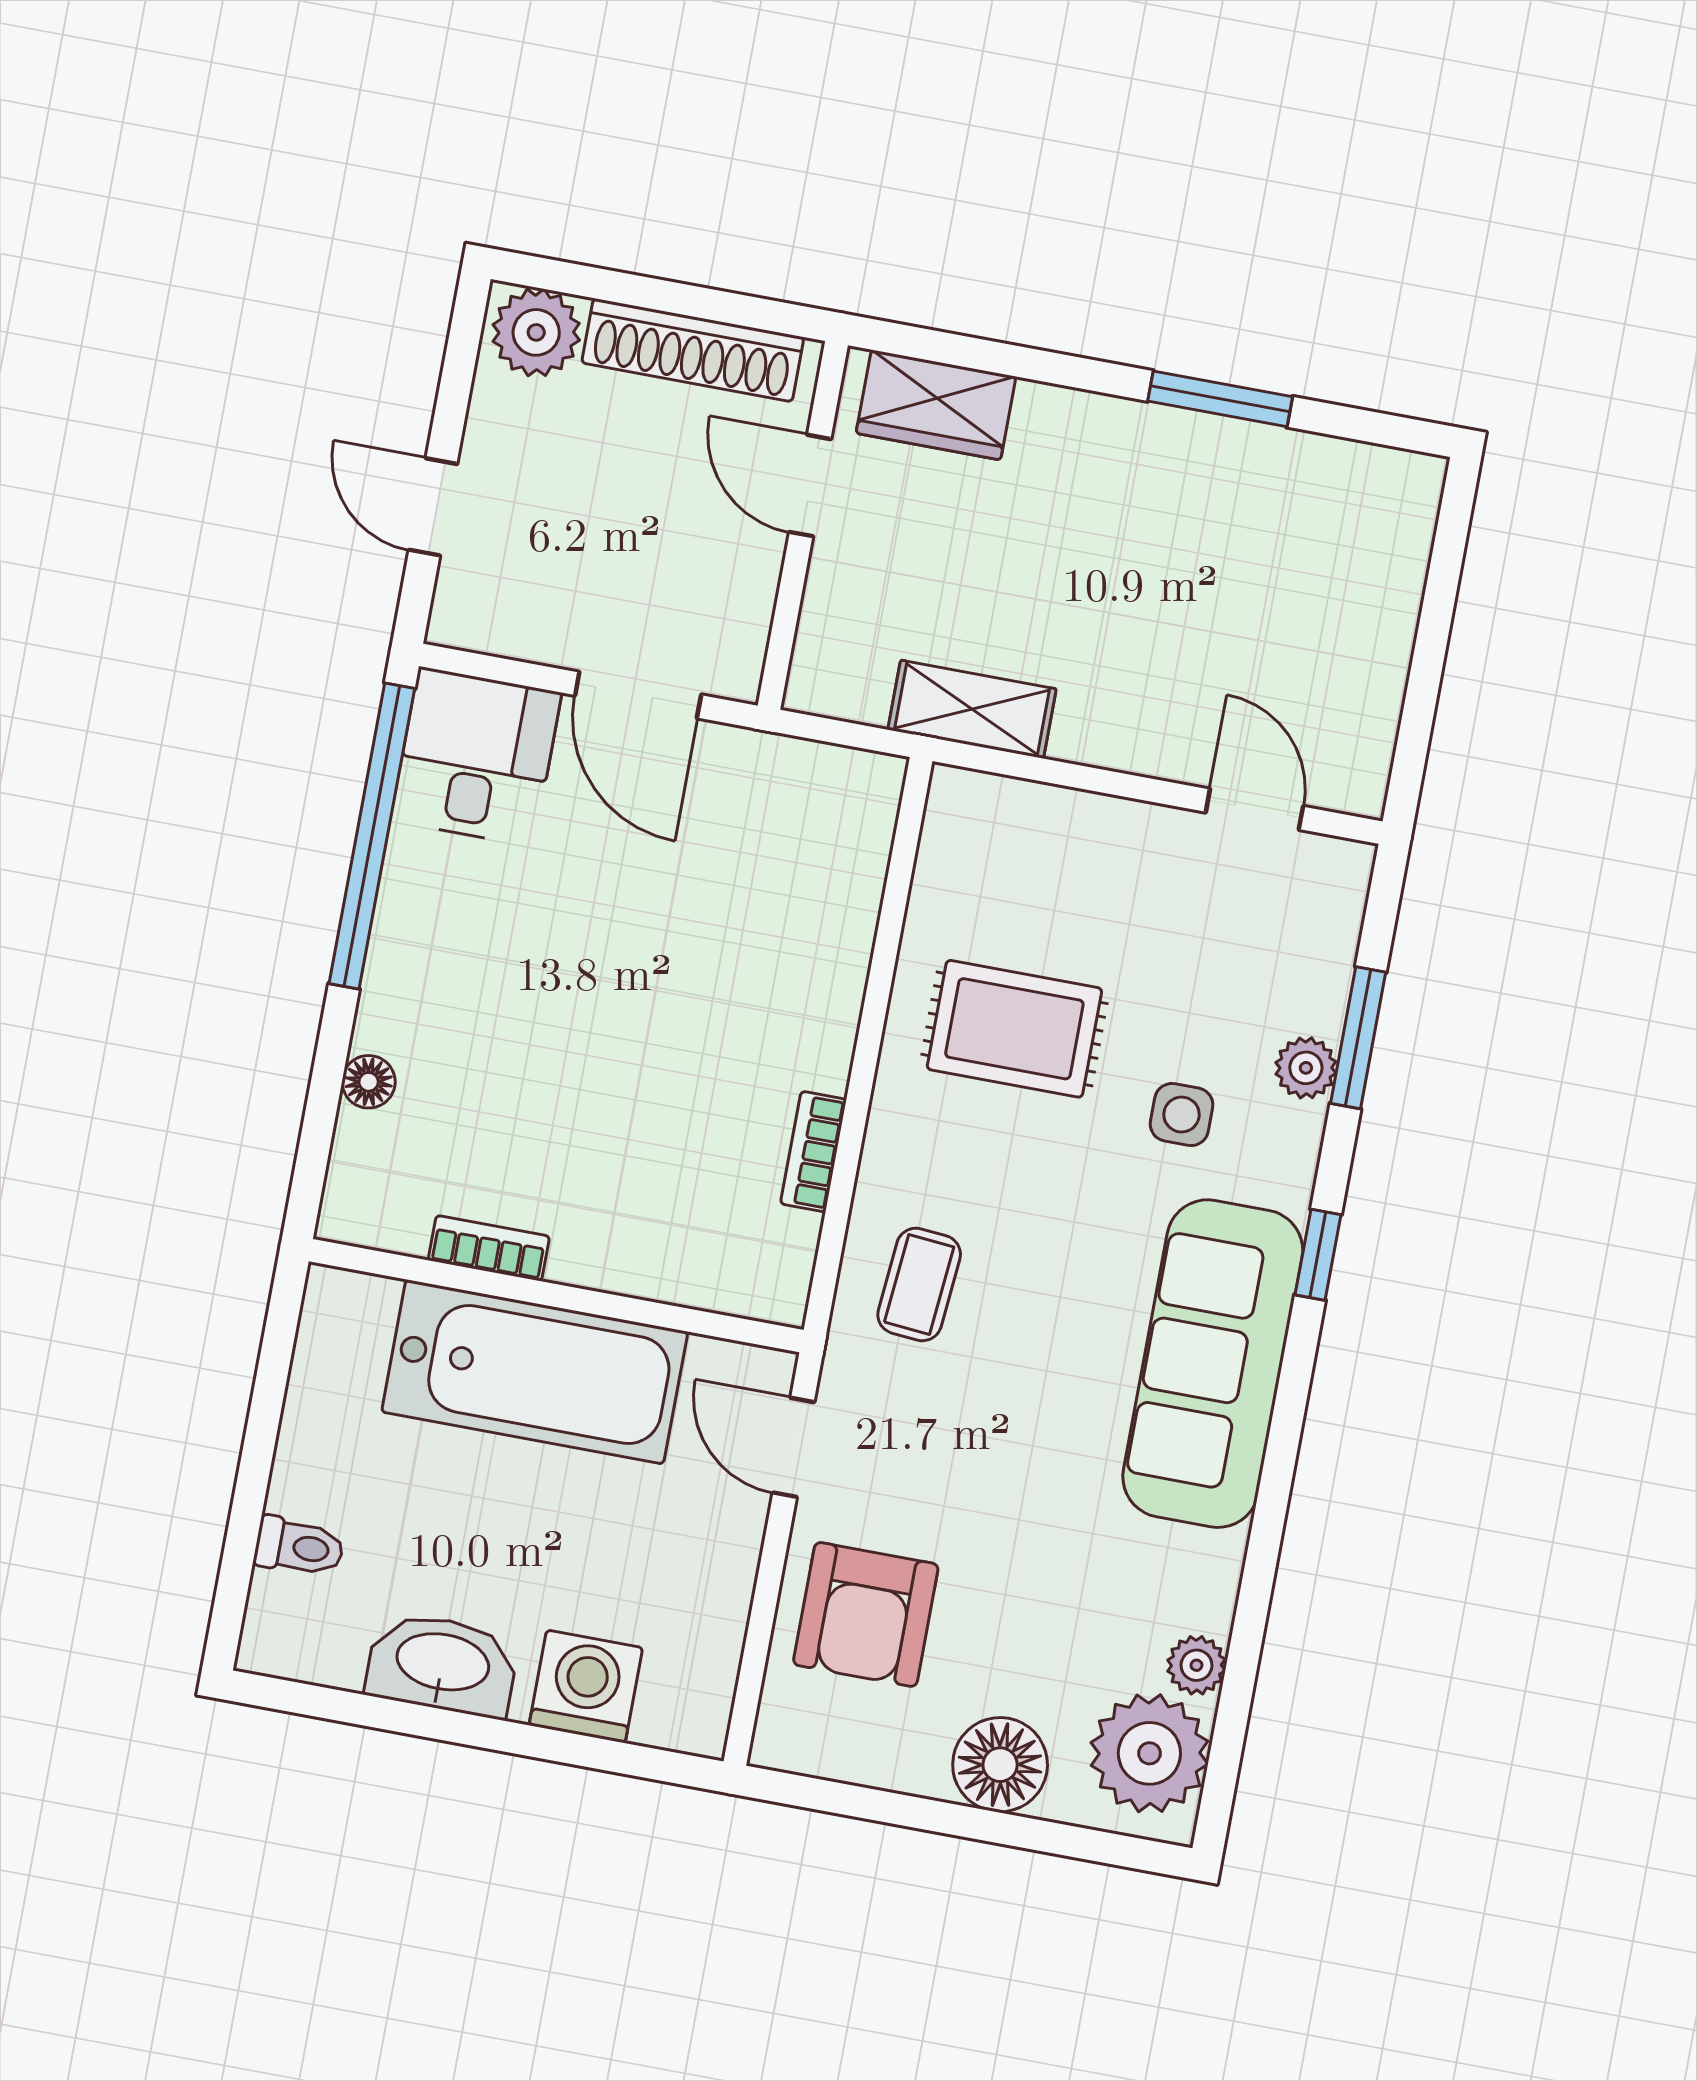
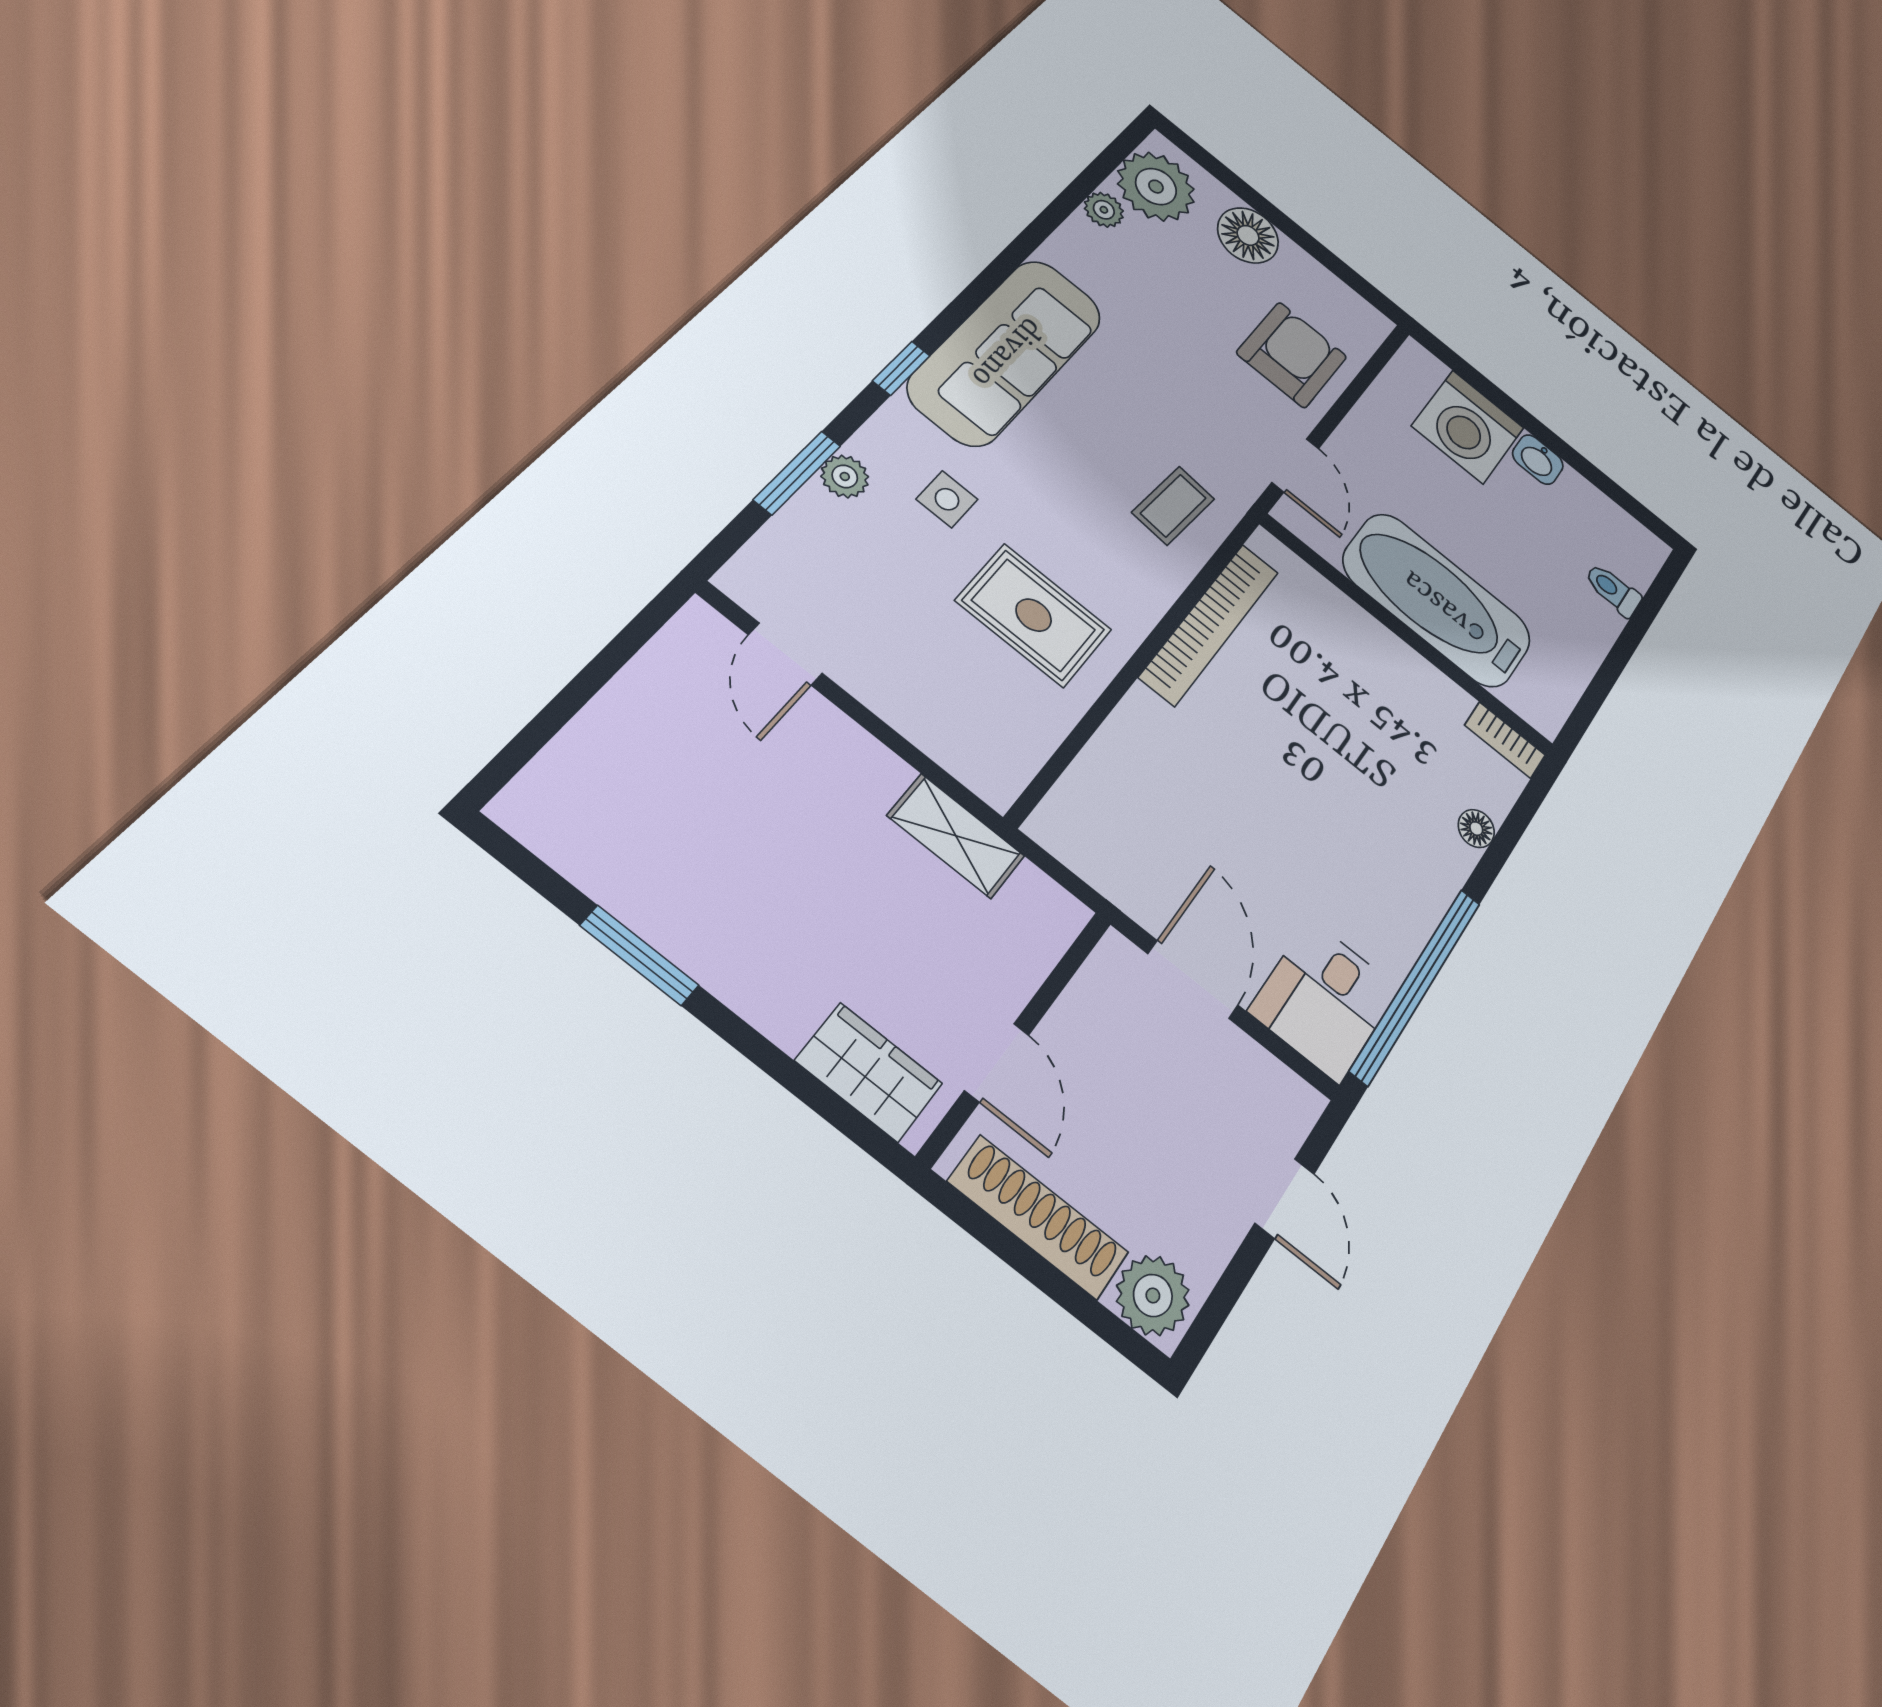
bookcase: (813, 1152) -> (1209, 624), width x2.31, depth x1.31
bookcase: (489, 1248) -> (1505, 740), moved
washbasin: (442, 1664) -> (1538, 460), width x0.52, depth x0.69
washing machine: (586, 1686) -> (1468, 427), width x1.37, depth x1.37

